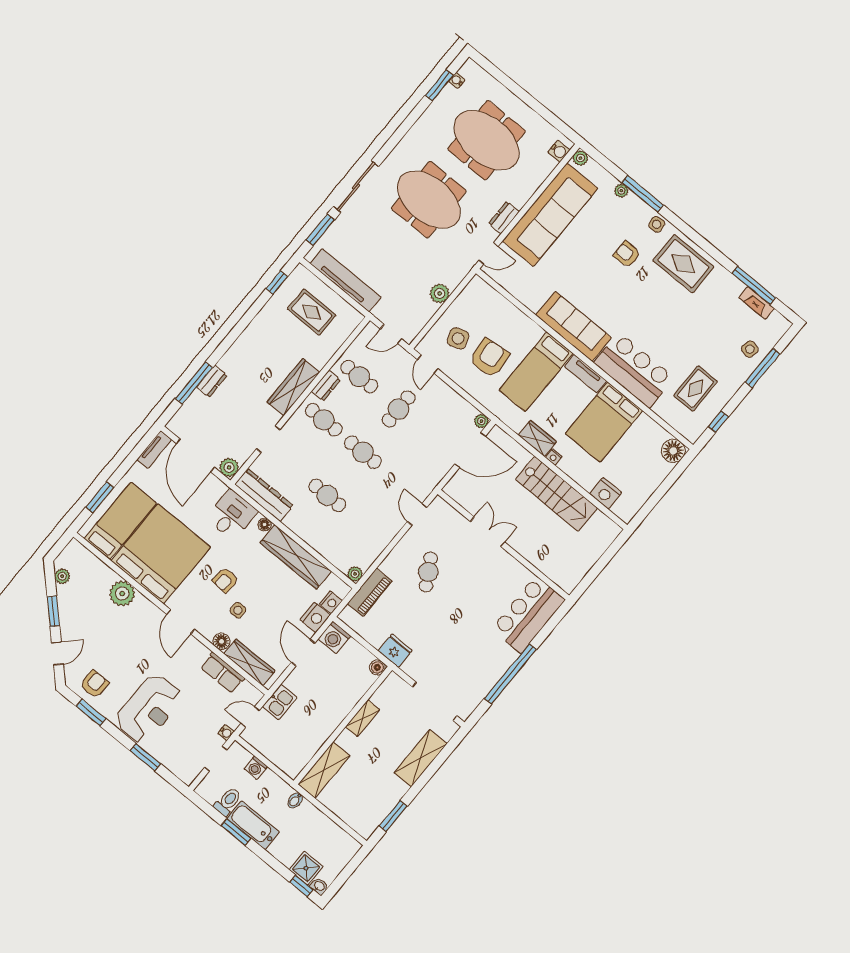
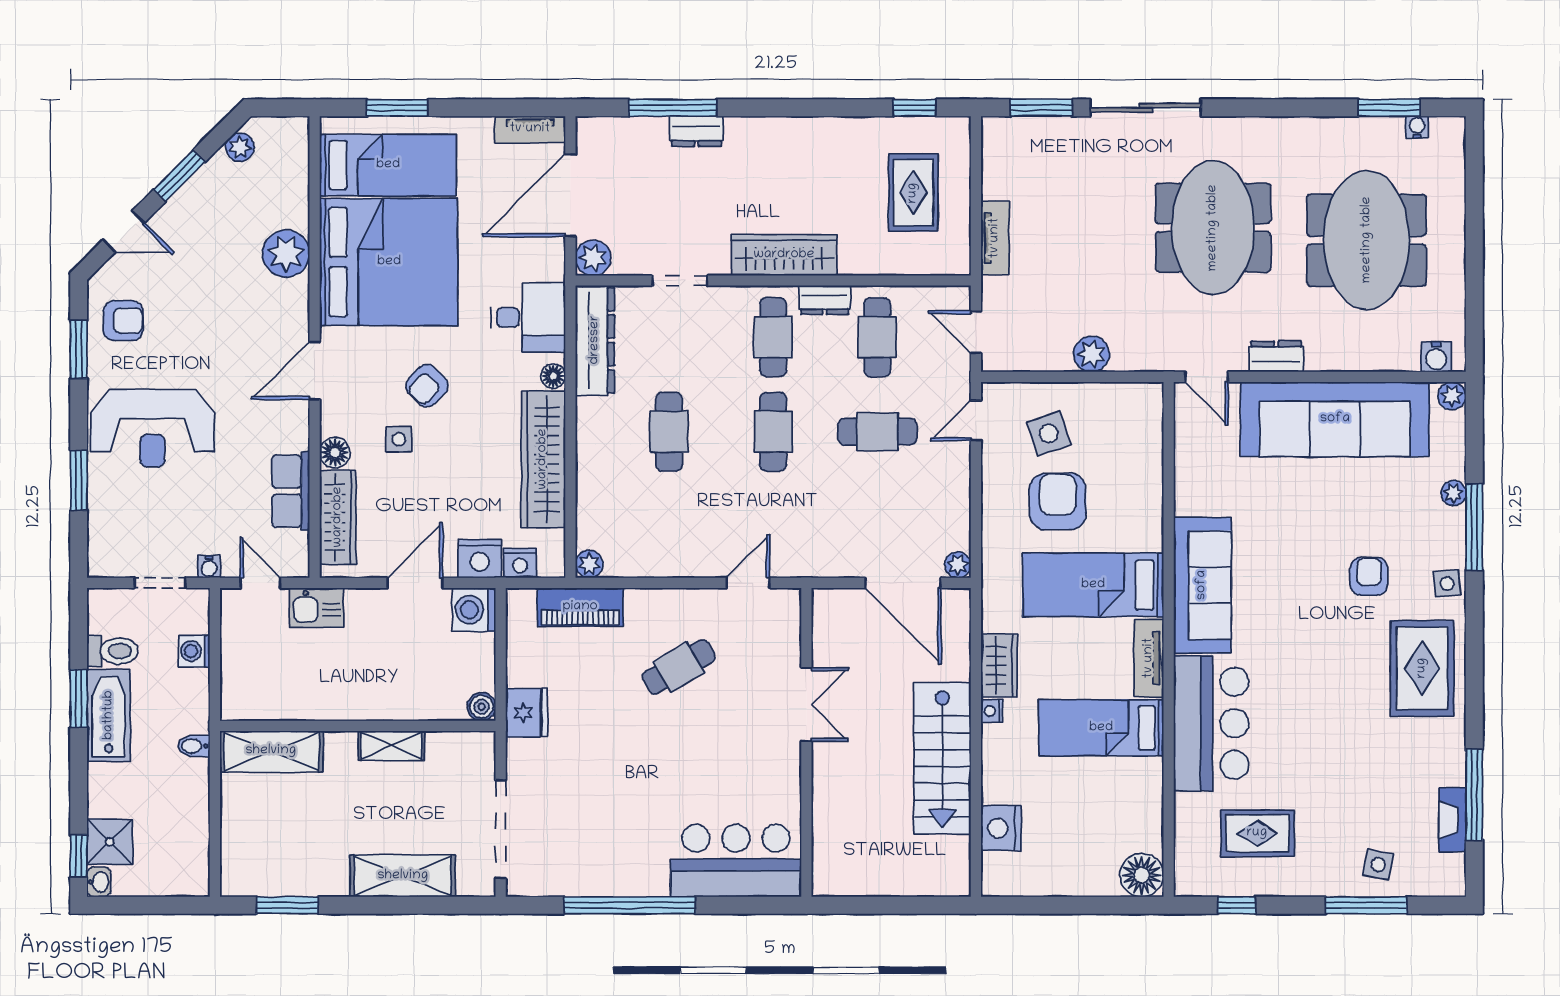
tv unit: (346, 280) -> (995, 238), width x0.52, depth x0.78
armchair: (489, 358) -> (1058, 502), turned -84
bed: (604, 422) -> (1101, 728), width x0.67
armchair: (225, 580) -> (427, 386), turned -50

